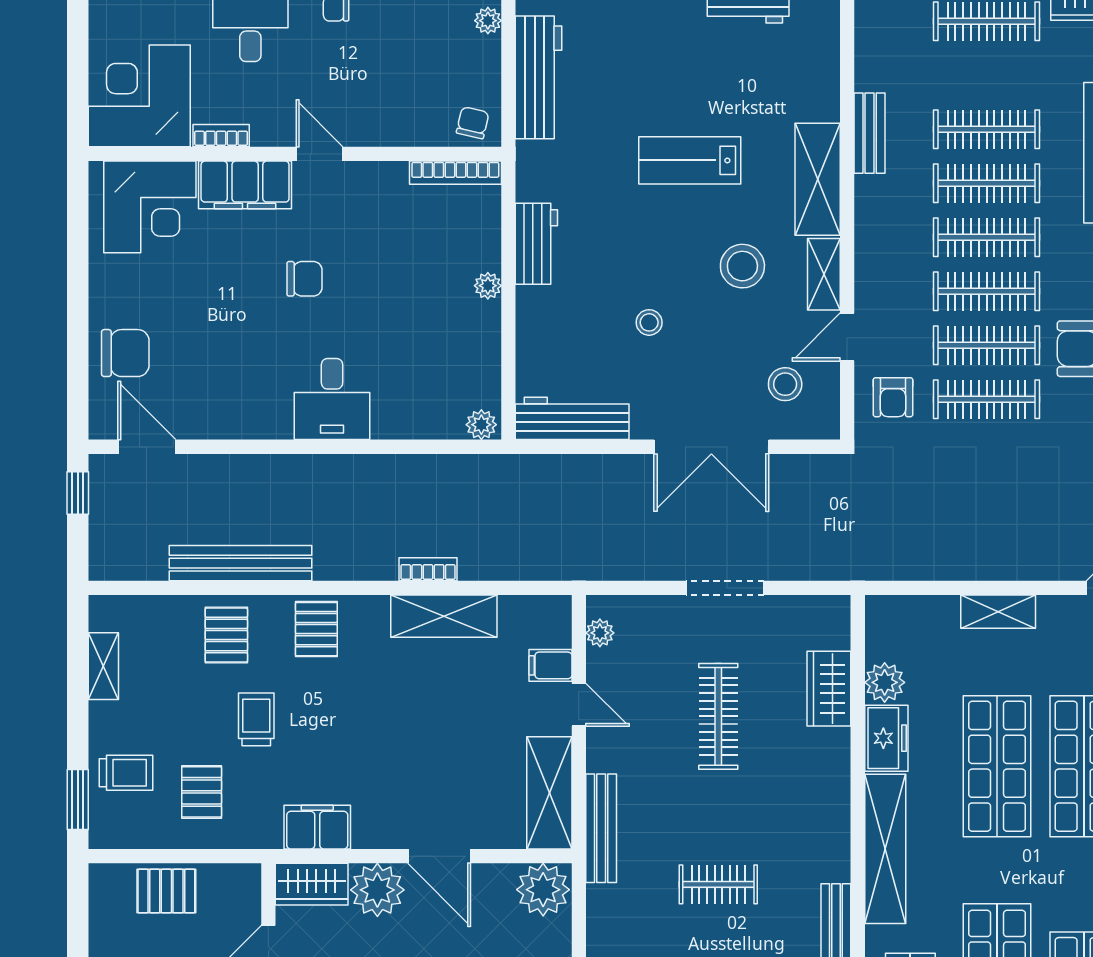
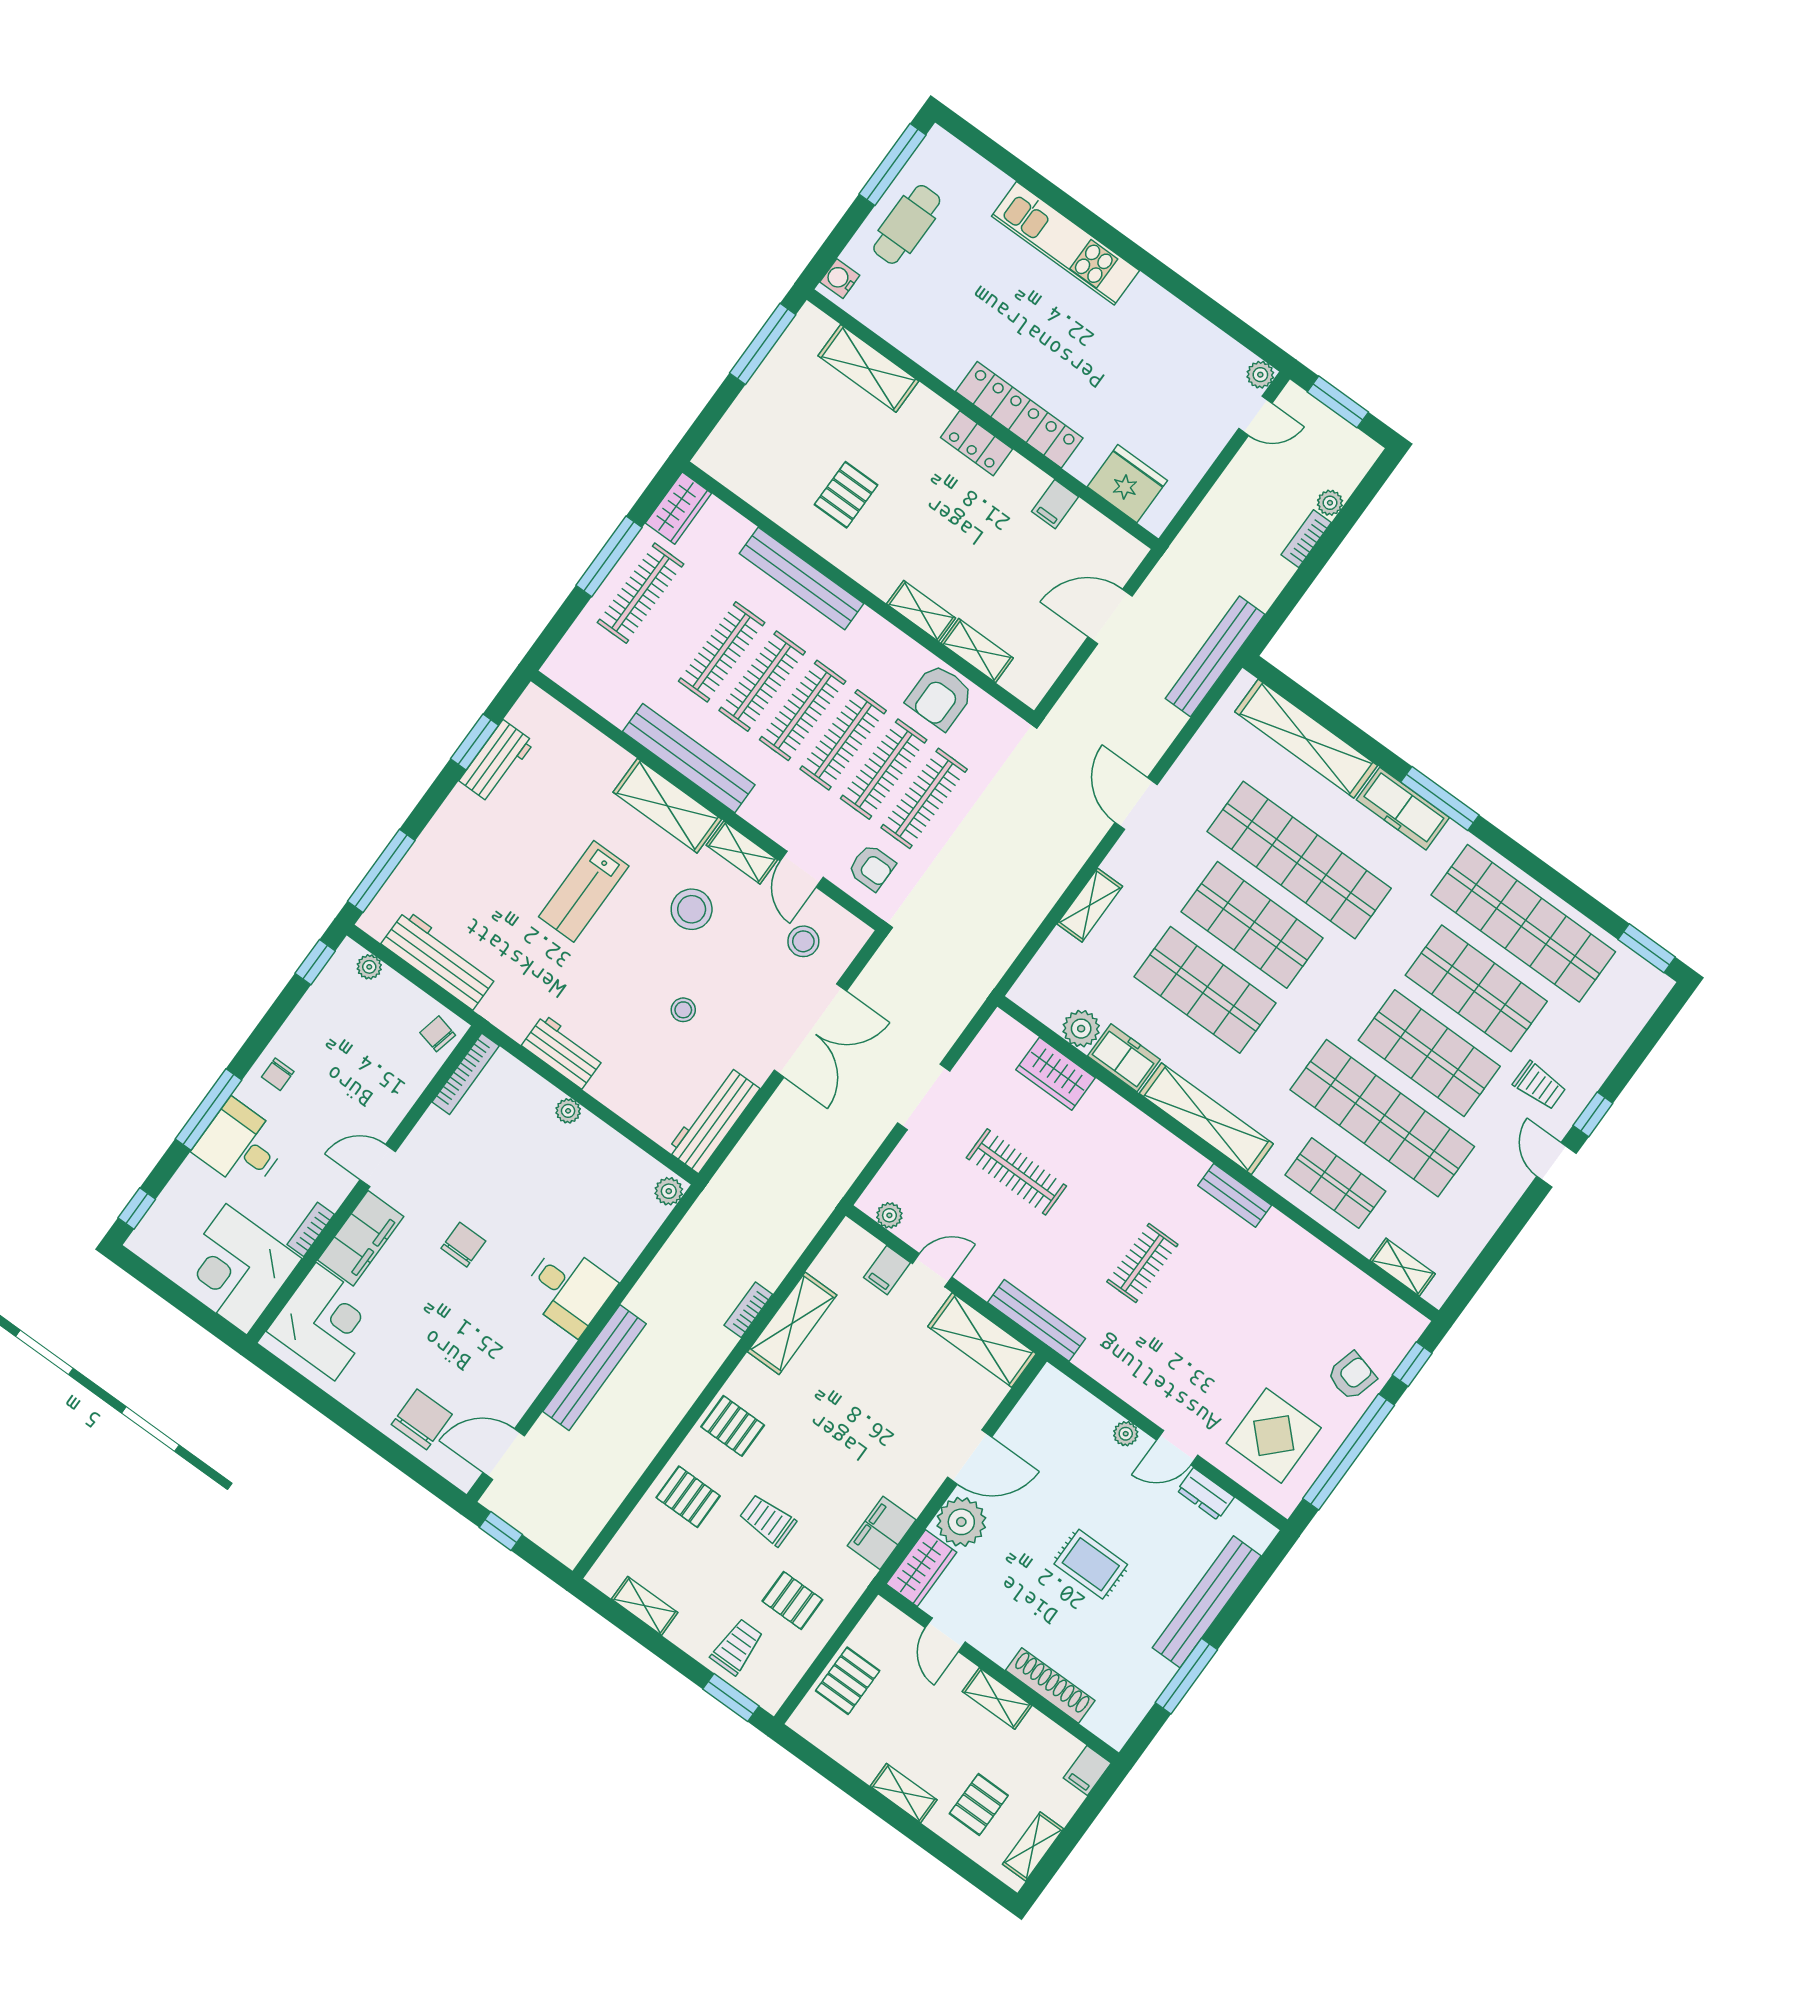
bench: (870, 133) -> (689, 758), width x1.86, depth x1.21
bench: (241, 563) -> (595, 1368), moved
plant: (543, 890) -> (1051, 1397), removed

